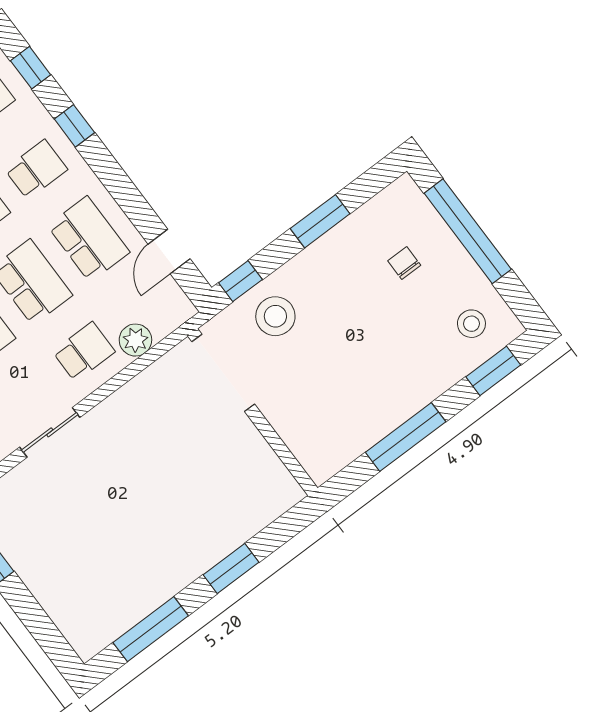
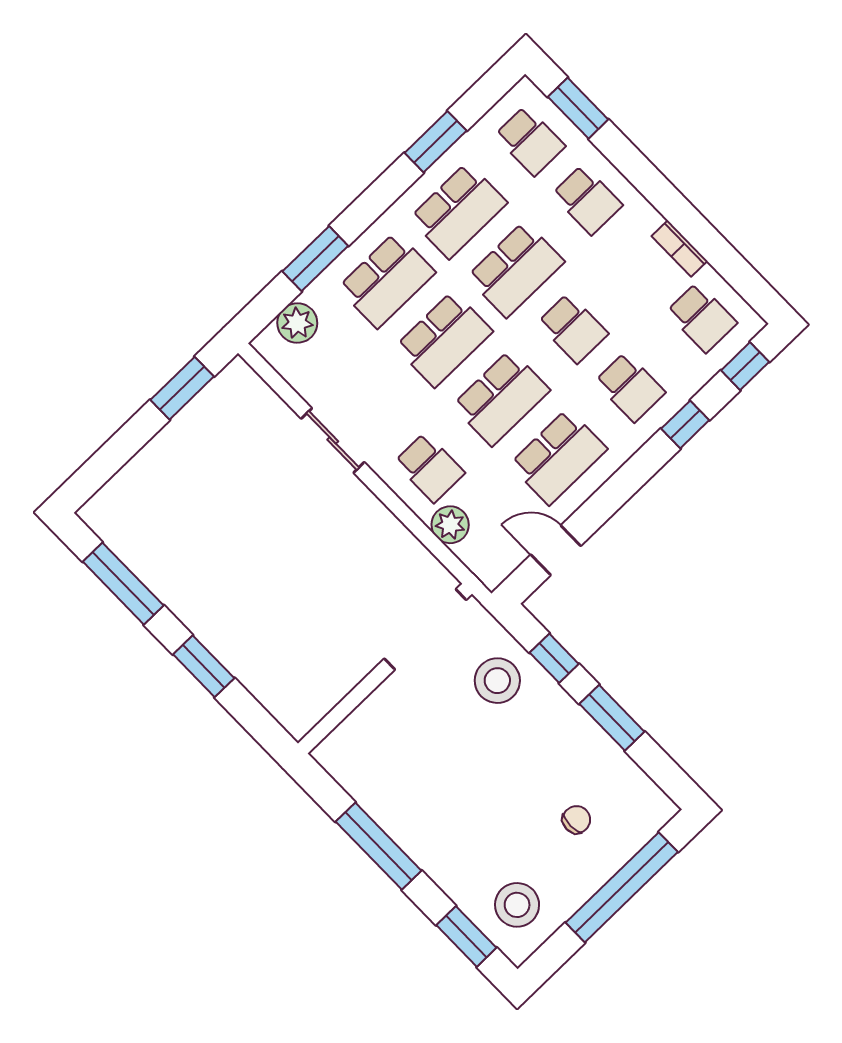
window: (240, 281) -> (554, 658), moved
stool: (471, 324) -> (517, 905), width x1.38, depth x1.38

